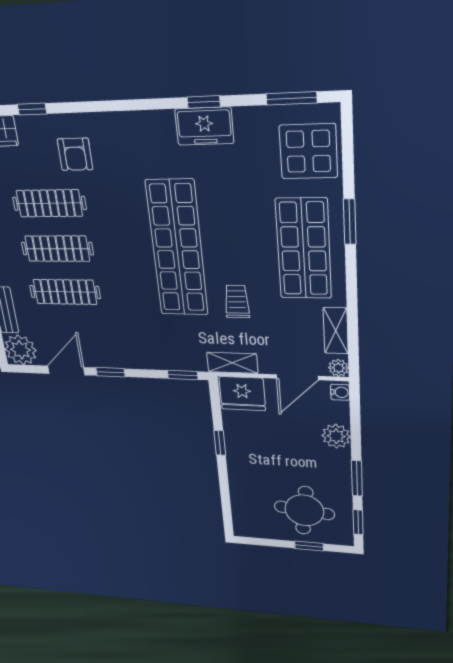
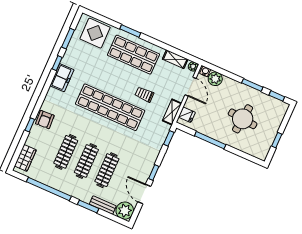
window: (292, 98) -> (68, 39), moved
window: (32, 109) -> (30, 125), moved
freezer: (204, 126) -> (62, 78), moved
armchair: (75, 154) -> (45, 120), moved, turned 87
fridge: (242, 394) -> (187, 115), width x0.53, depth x0.75
plant: (336, 436) -> (215, 79), moved
window: (220, 443) -> (210, 140), width x2.17
round table: (304, 510) -> (243, 119), moved
window: (309, 546) -> (277, 140), moved

